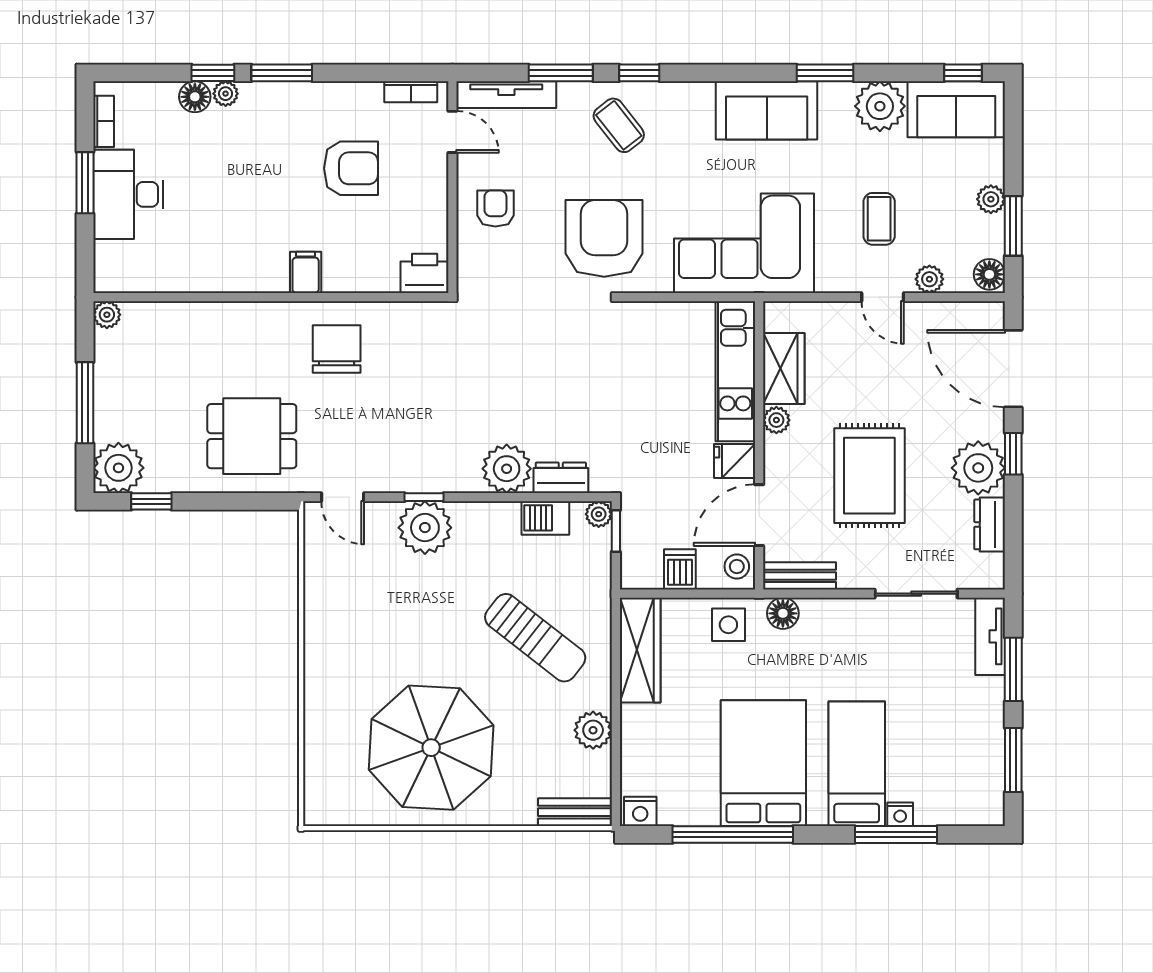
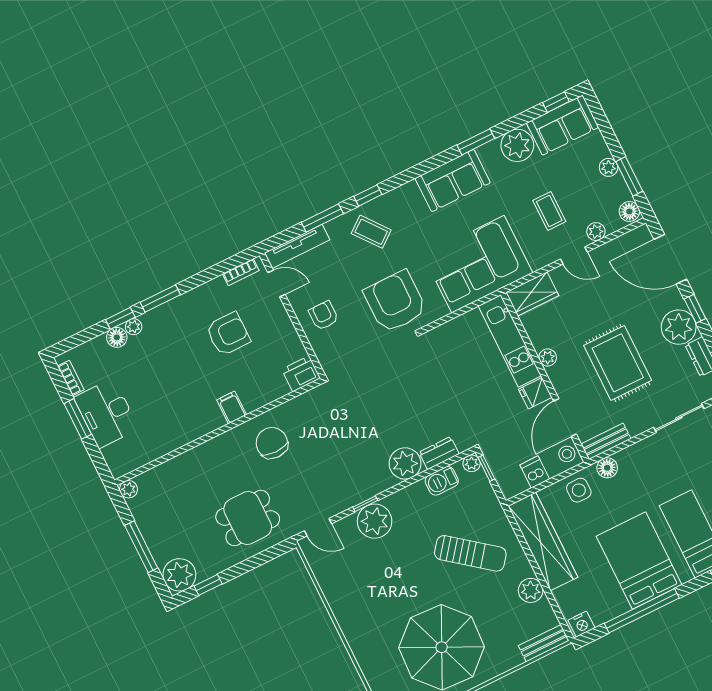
wardrobe: (784, 369) -> (532, 294), moved, turned 90
wardrobe: (640, 650) -> (543, 542), width x1.40, depth x1.17

